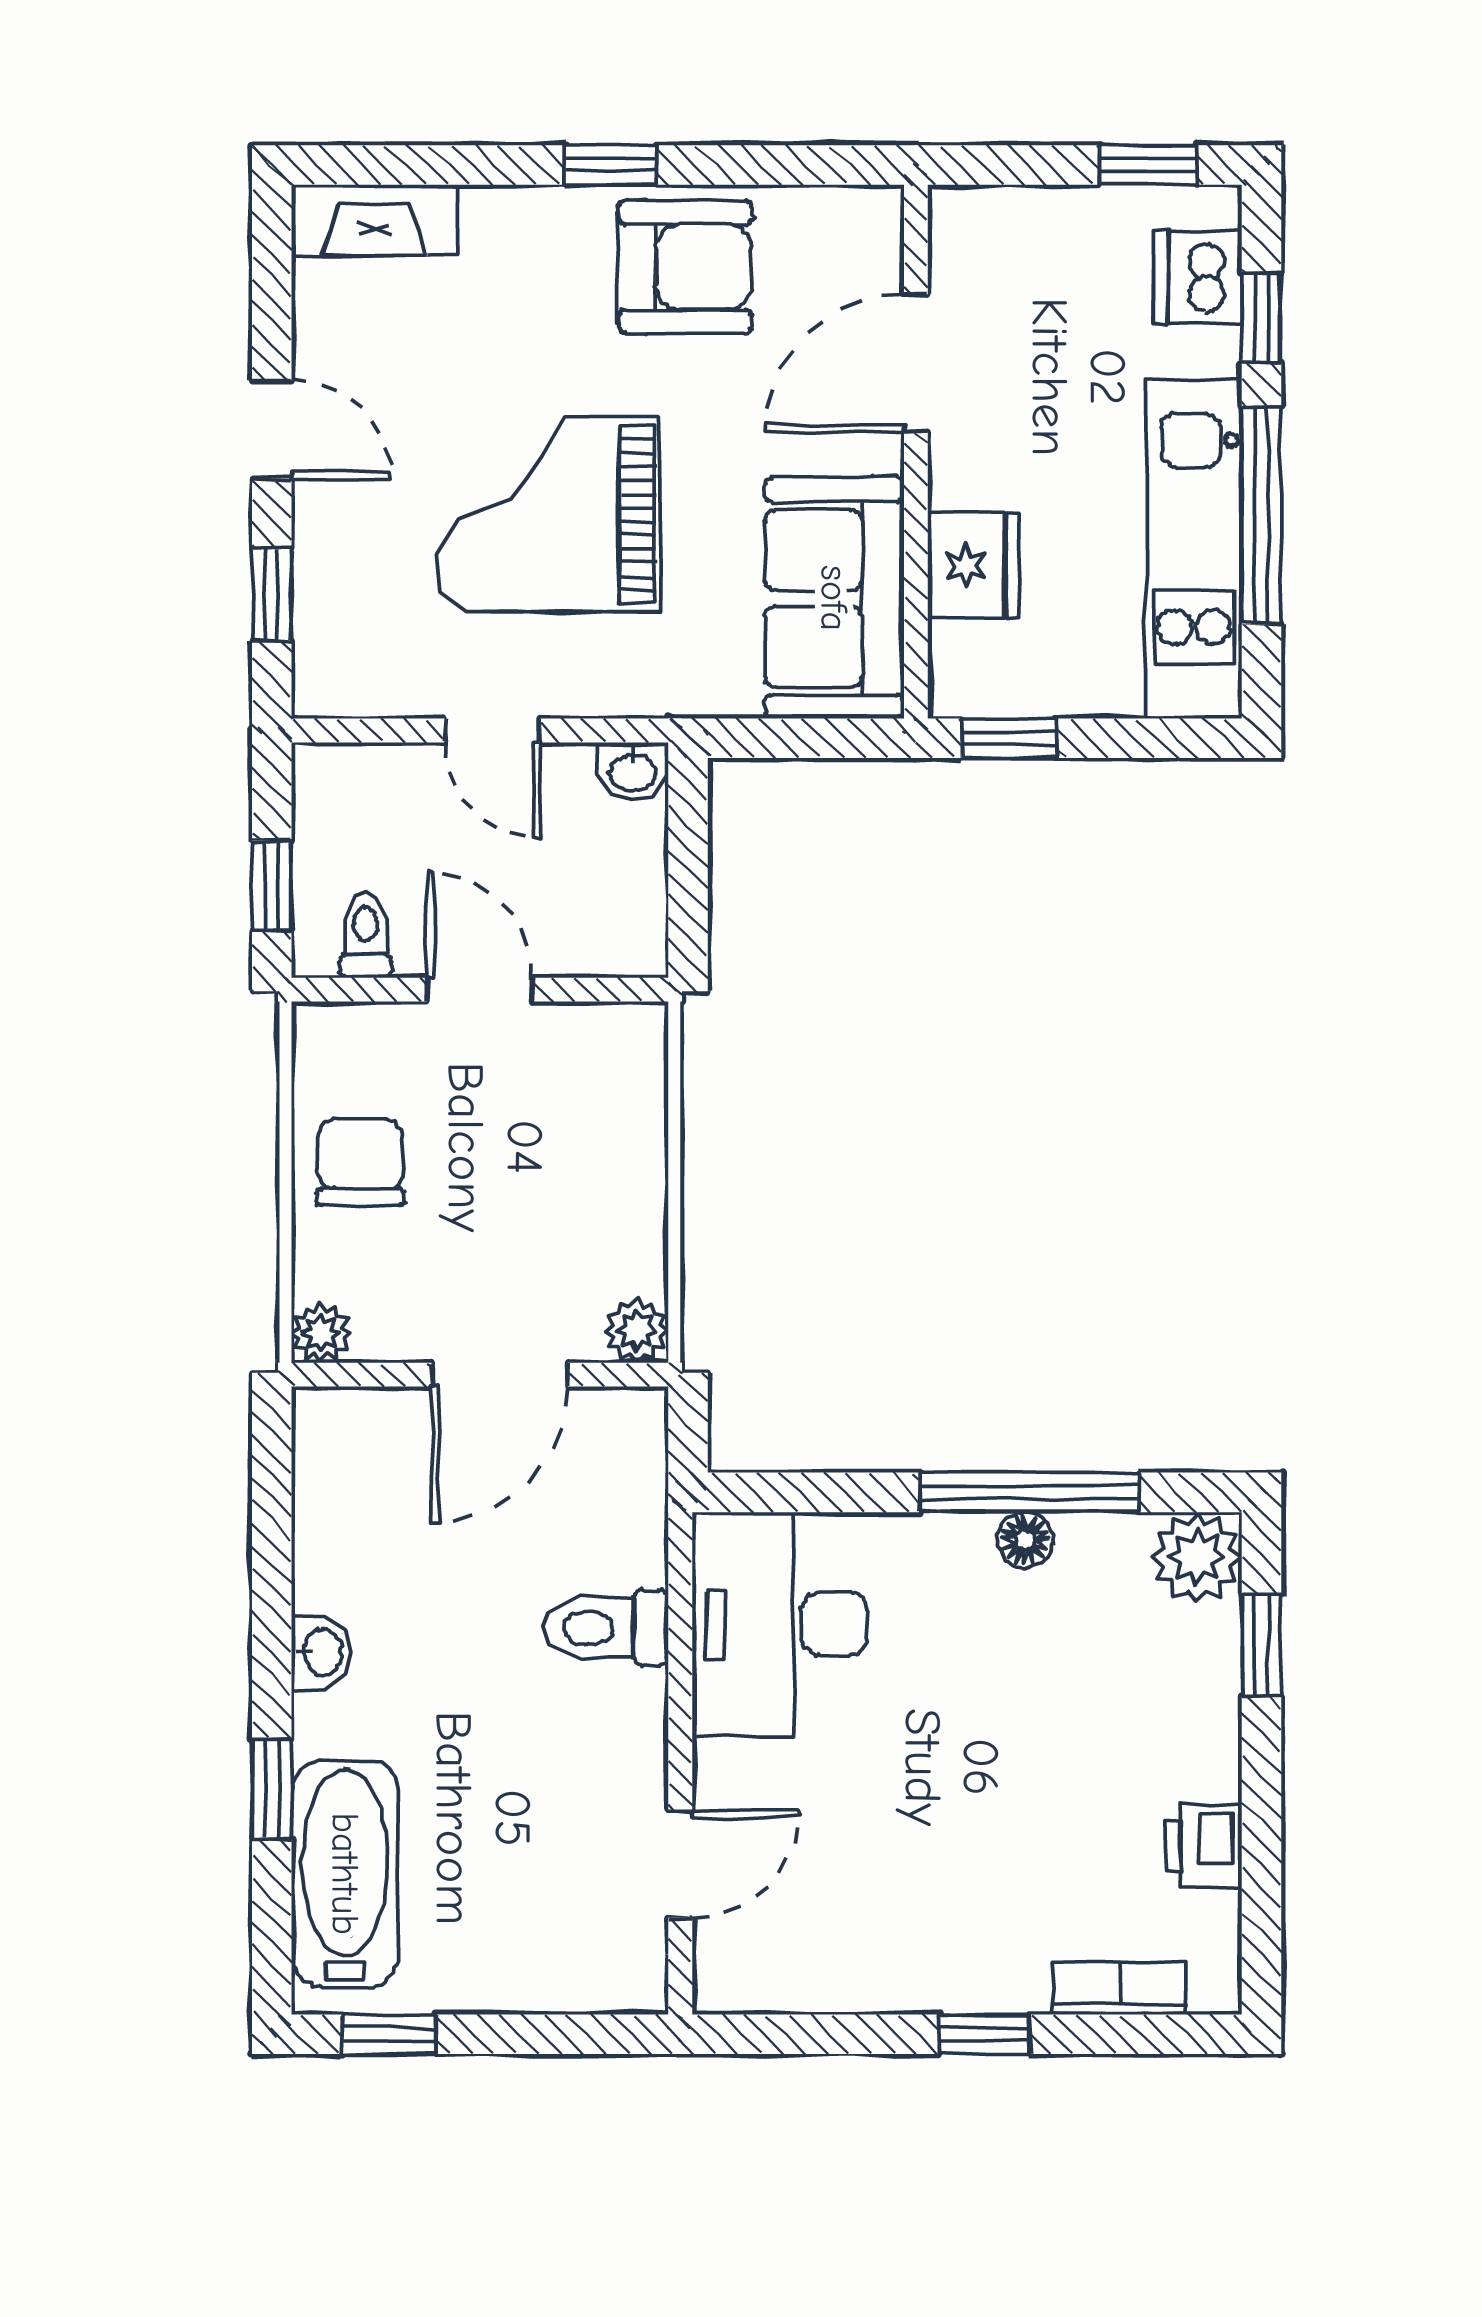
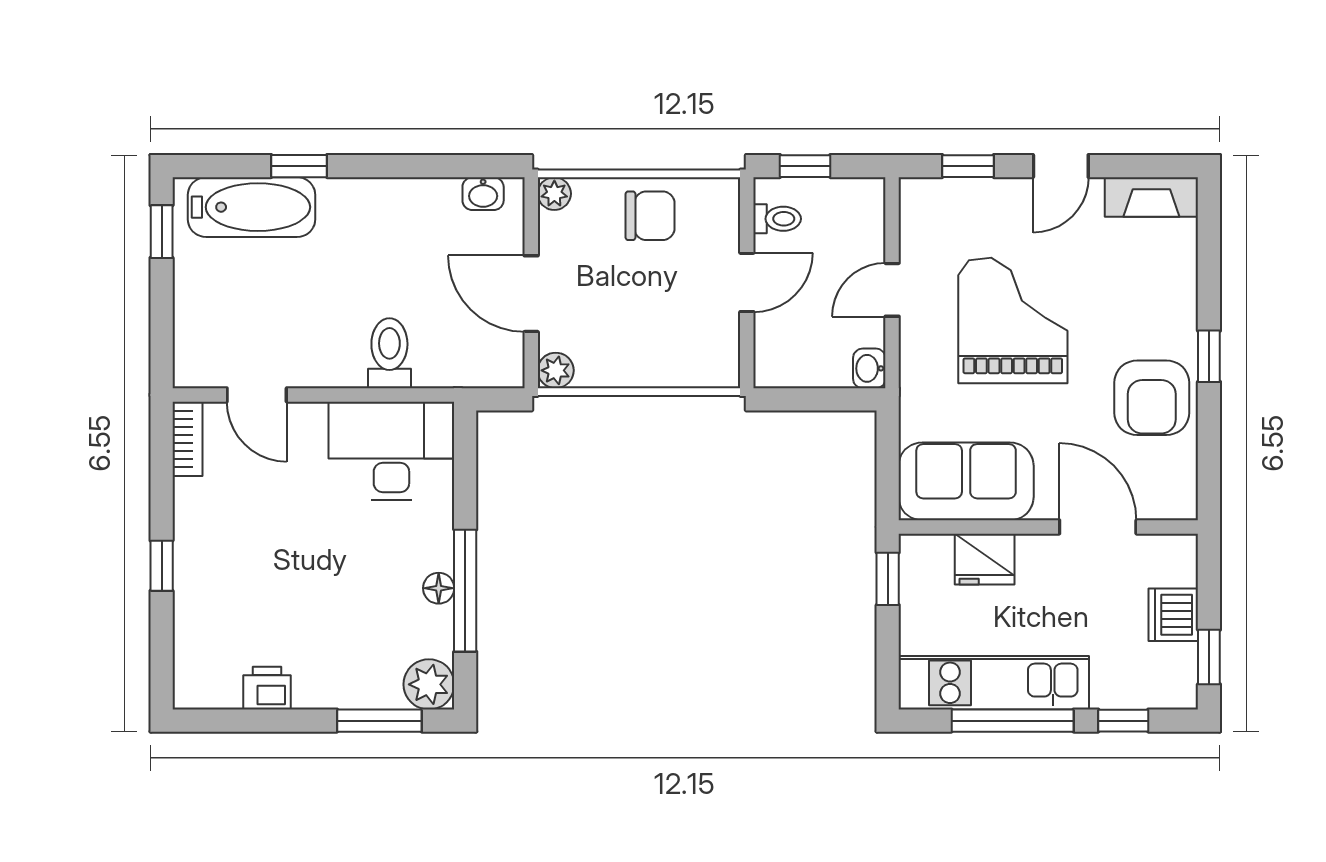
fireplace: (374, 220) -> (1151, 197), moved, turned -90
dishwasher: (1198, 277) -> (1173, 615), moved, turned -90
window: (1261, 1646) -> (379, 721), width x1.50
washbasin: (321, 1652) -> (483, 194), moved
bookcase: (1121, 1988) -> (187, 439), moved

